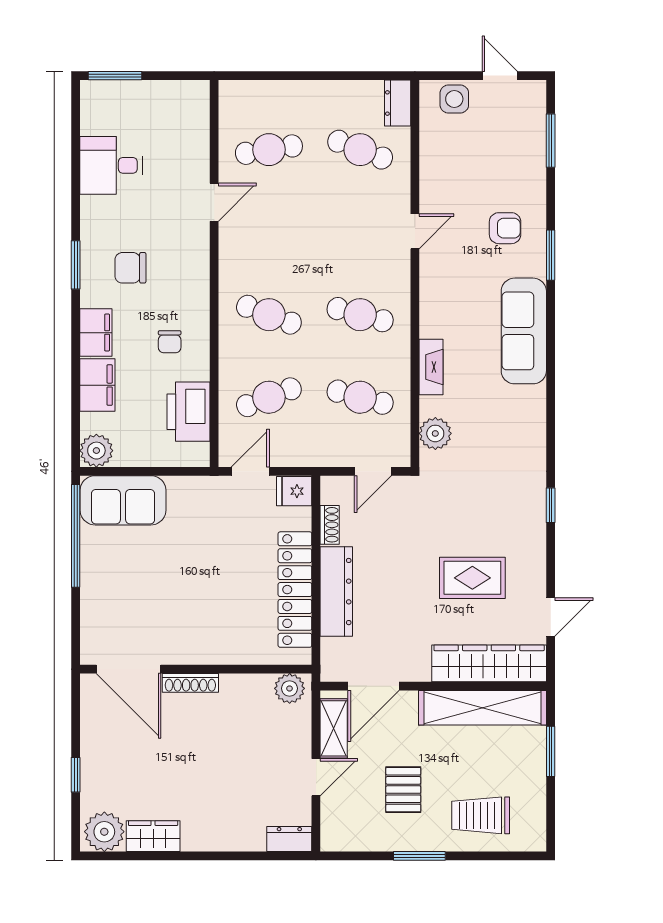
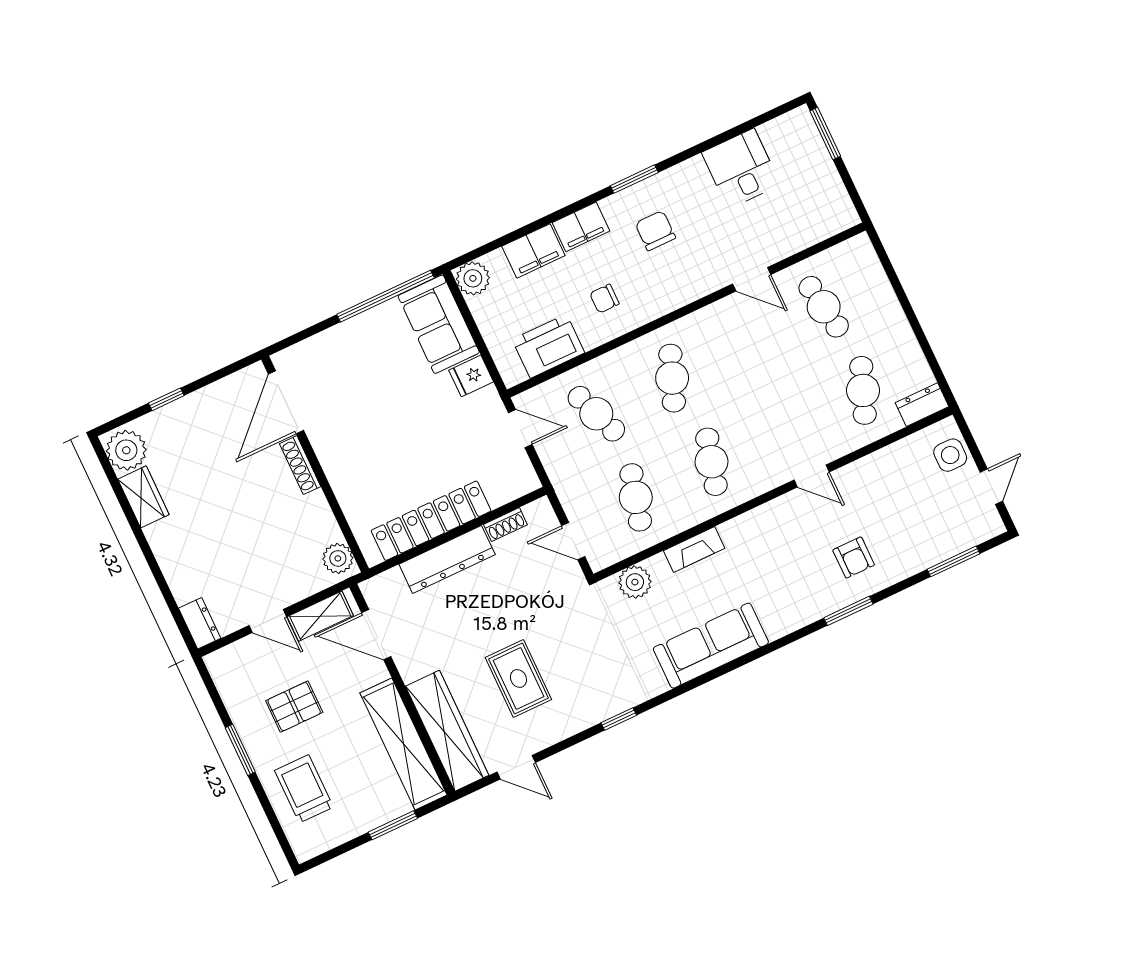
sofa: (524, 331) -> (711, 646), moved
fridge: (294, 491) -> (471, 376), moved, turned -90

